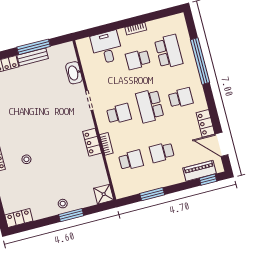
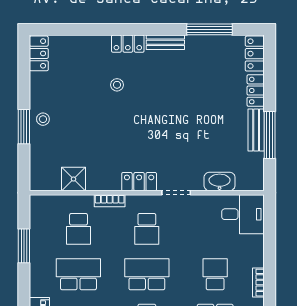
desk: (107, 47) -> (243, 214), moved
locker: (92, 142) -> (139, 182), moved
school desk: (162, 152) -> (78, 274), width x1.85
shower: (104, 194) -> (73, 179), moved

